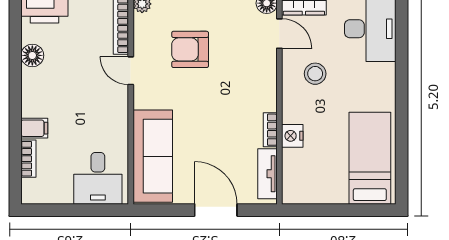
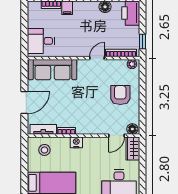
armchair: (190, 49) -> (120, 95), moved
stool: (315, 74) -> (44, 150), moved
nightstand: (292, 136) -> (76, 142), moved

